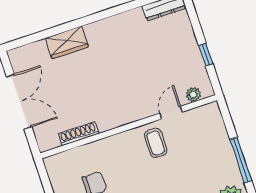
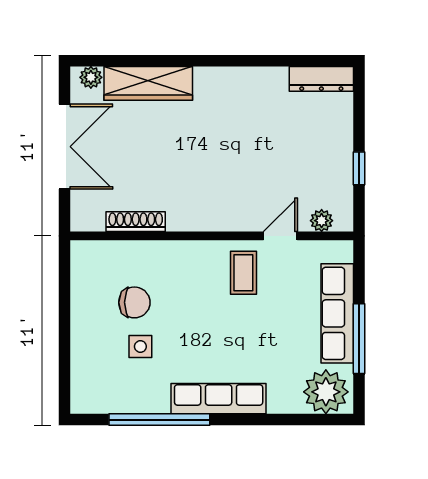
wardrobe: (67, 42) -> (148, 83), width x1.50
plant: (21, 53) -> (91, 77), added
row of seats: (222, 149) -> (337, 313), added

